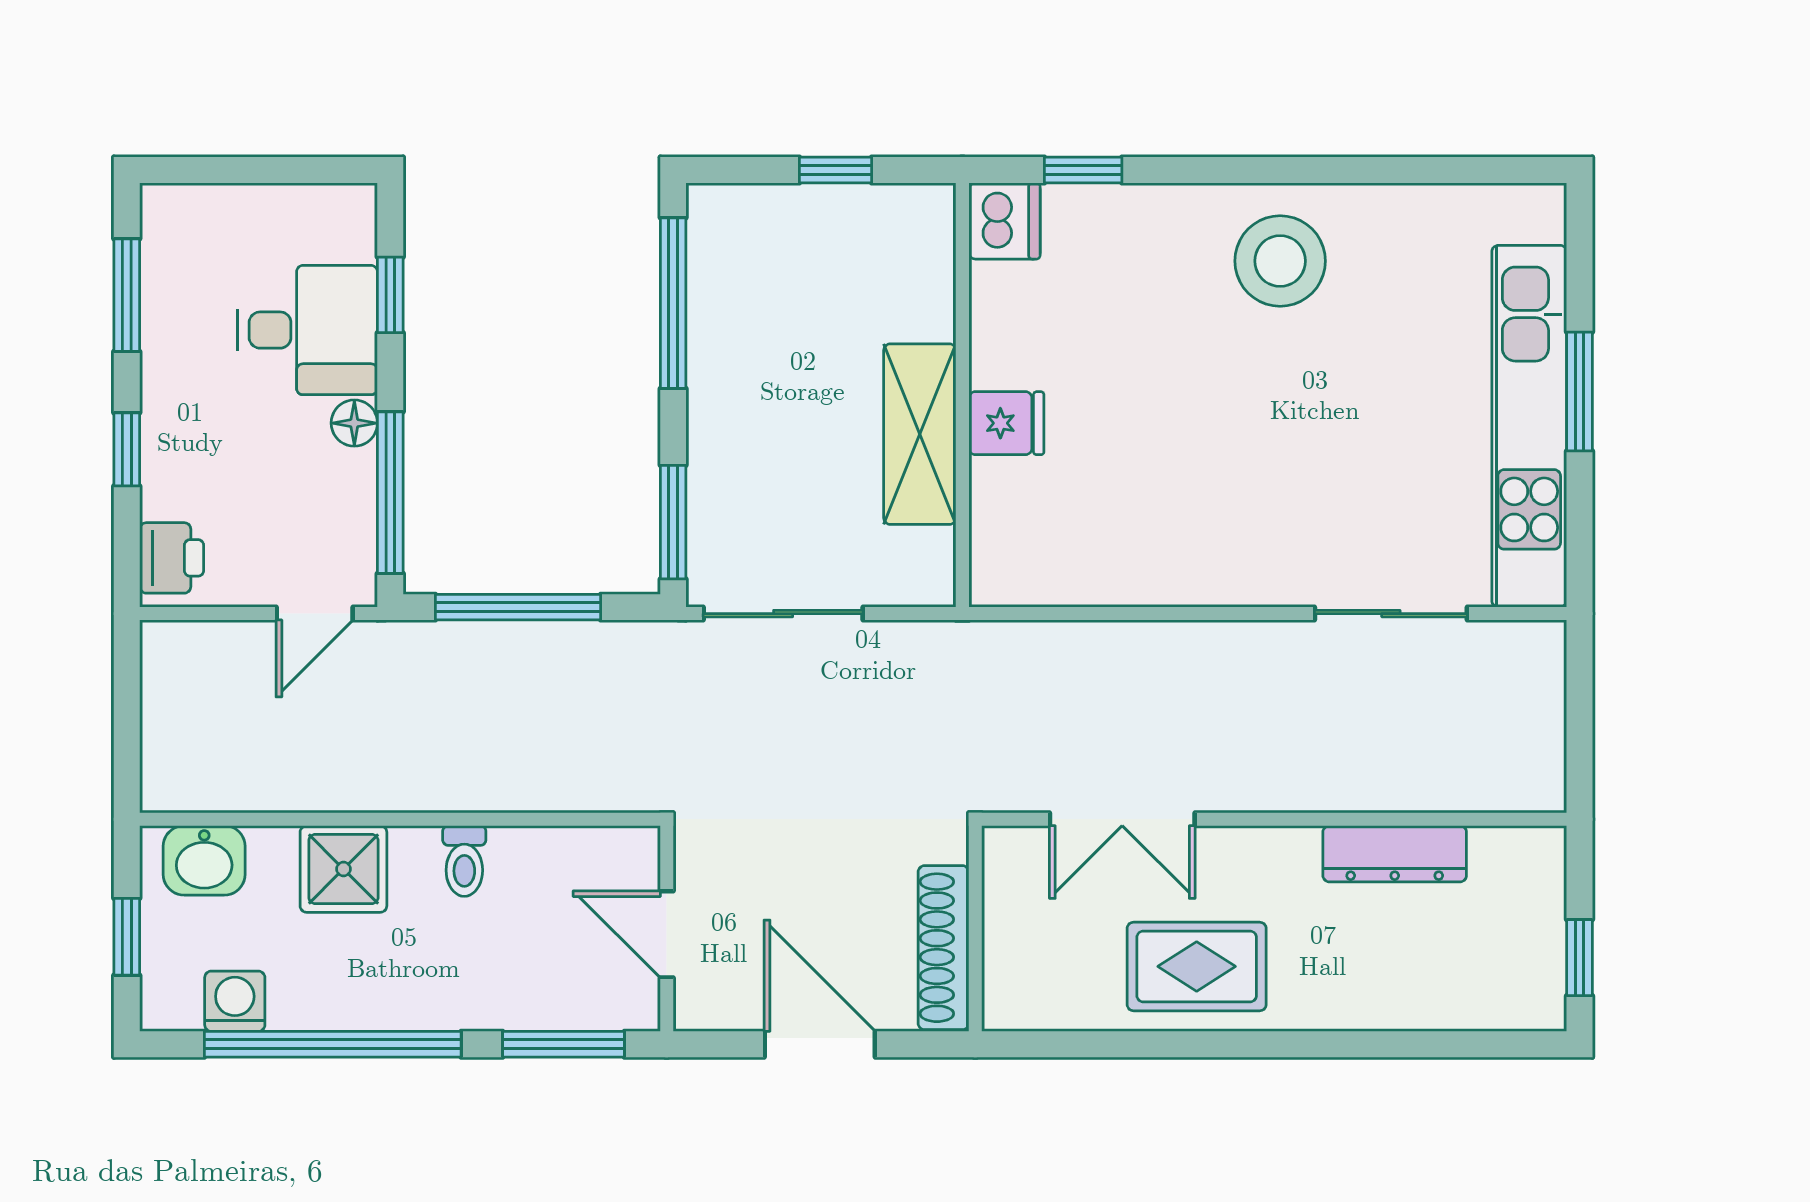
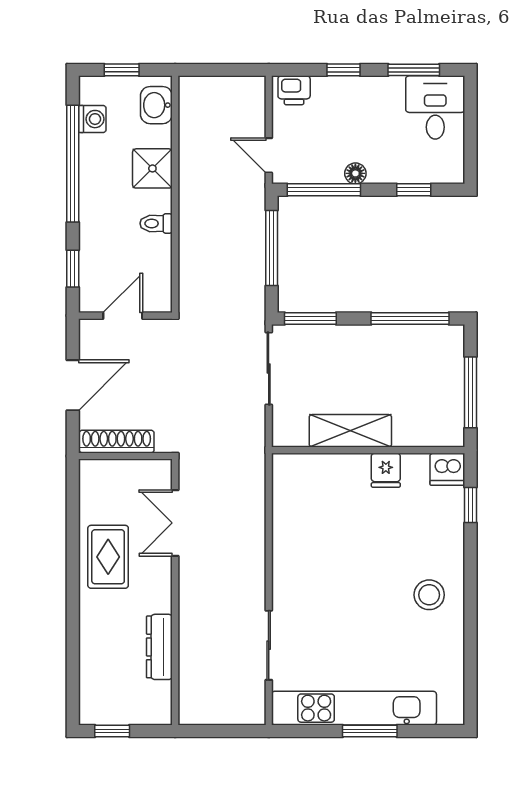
window: (835, 170) -> (471, 392), width x2.17
stool: (1280, 261) -> (429, 595), width x0.73, depth x0.73
desk: (308, 330) -> (435, 107), moved, turned 180
fridge: (1006, 423) -> (386, 470), moved
window: (563, 1044) -> (73, 269), width x0.67

